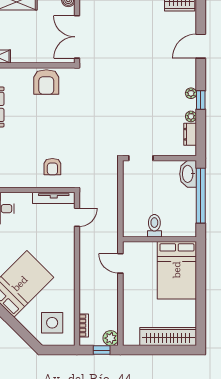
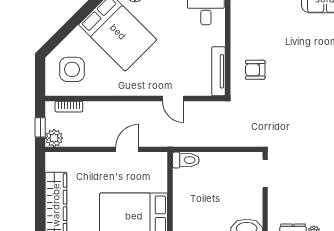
door: (77, 217) -> (173, 99), moved
toilet: (154, 226) -> (186, 160), moved
door: (120, 263) -> (127, 149), moved

